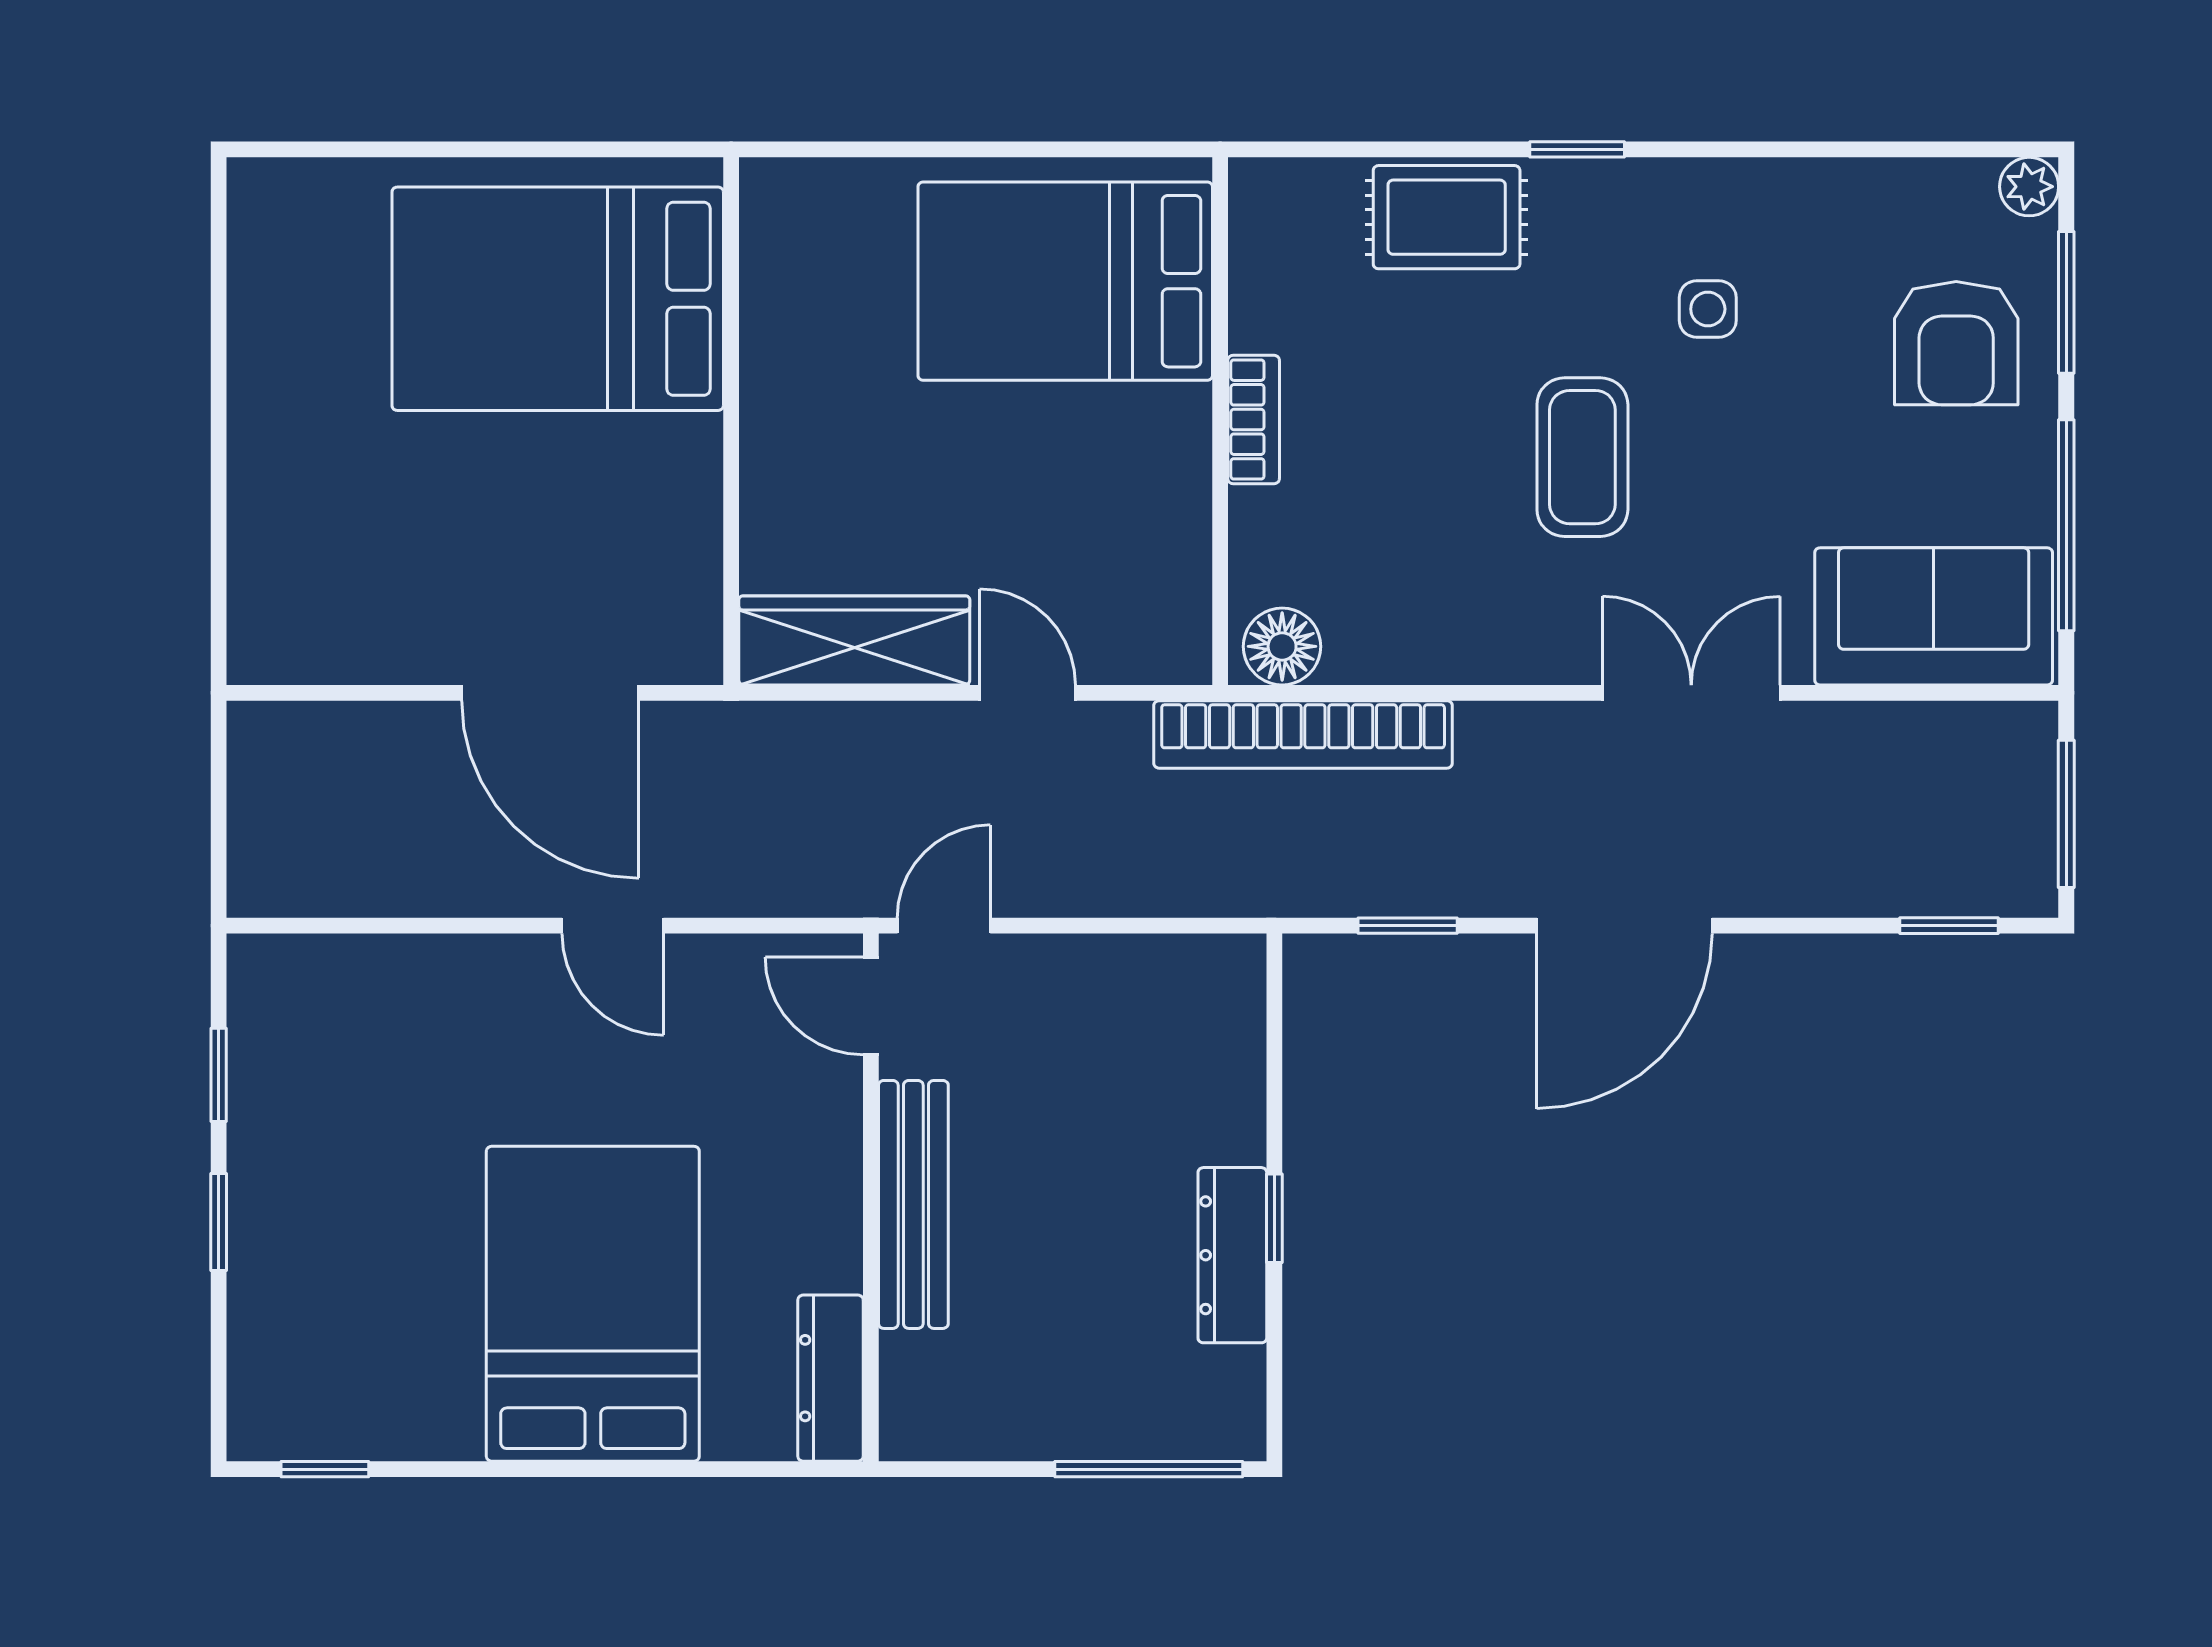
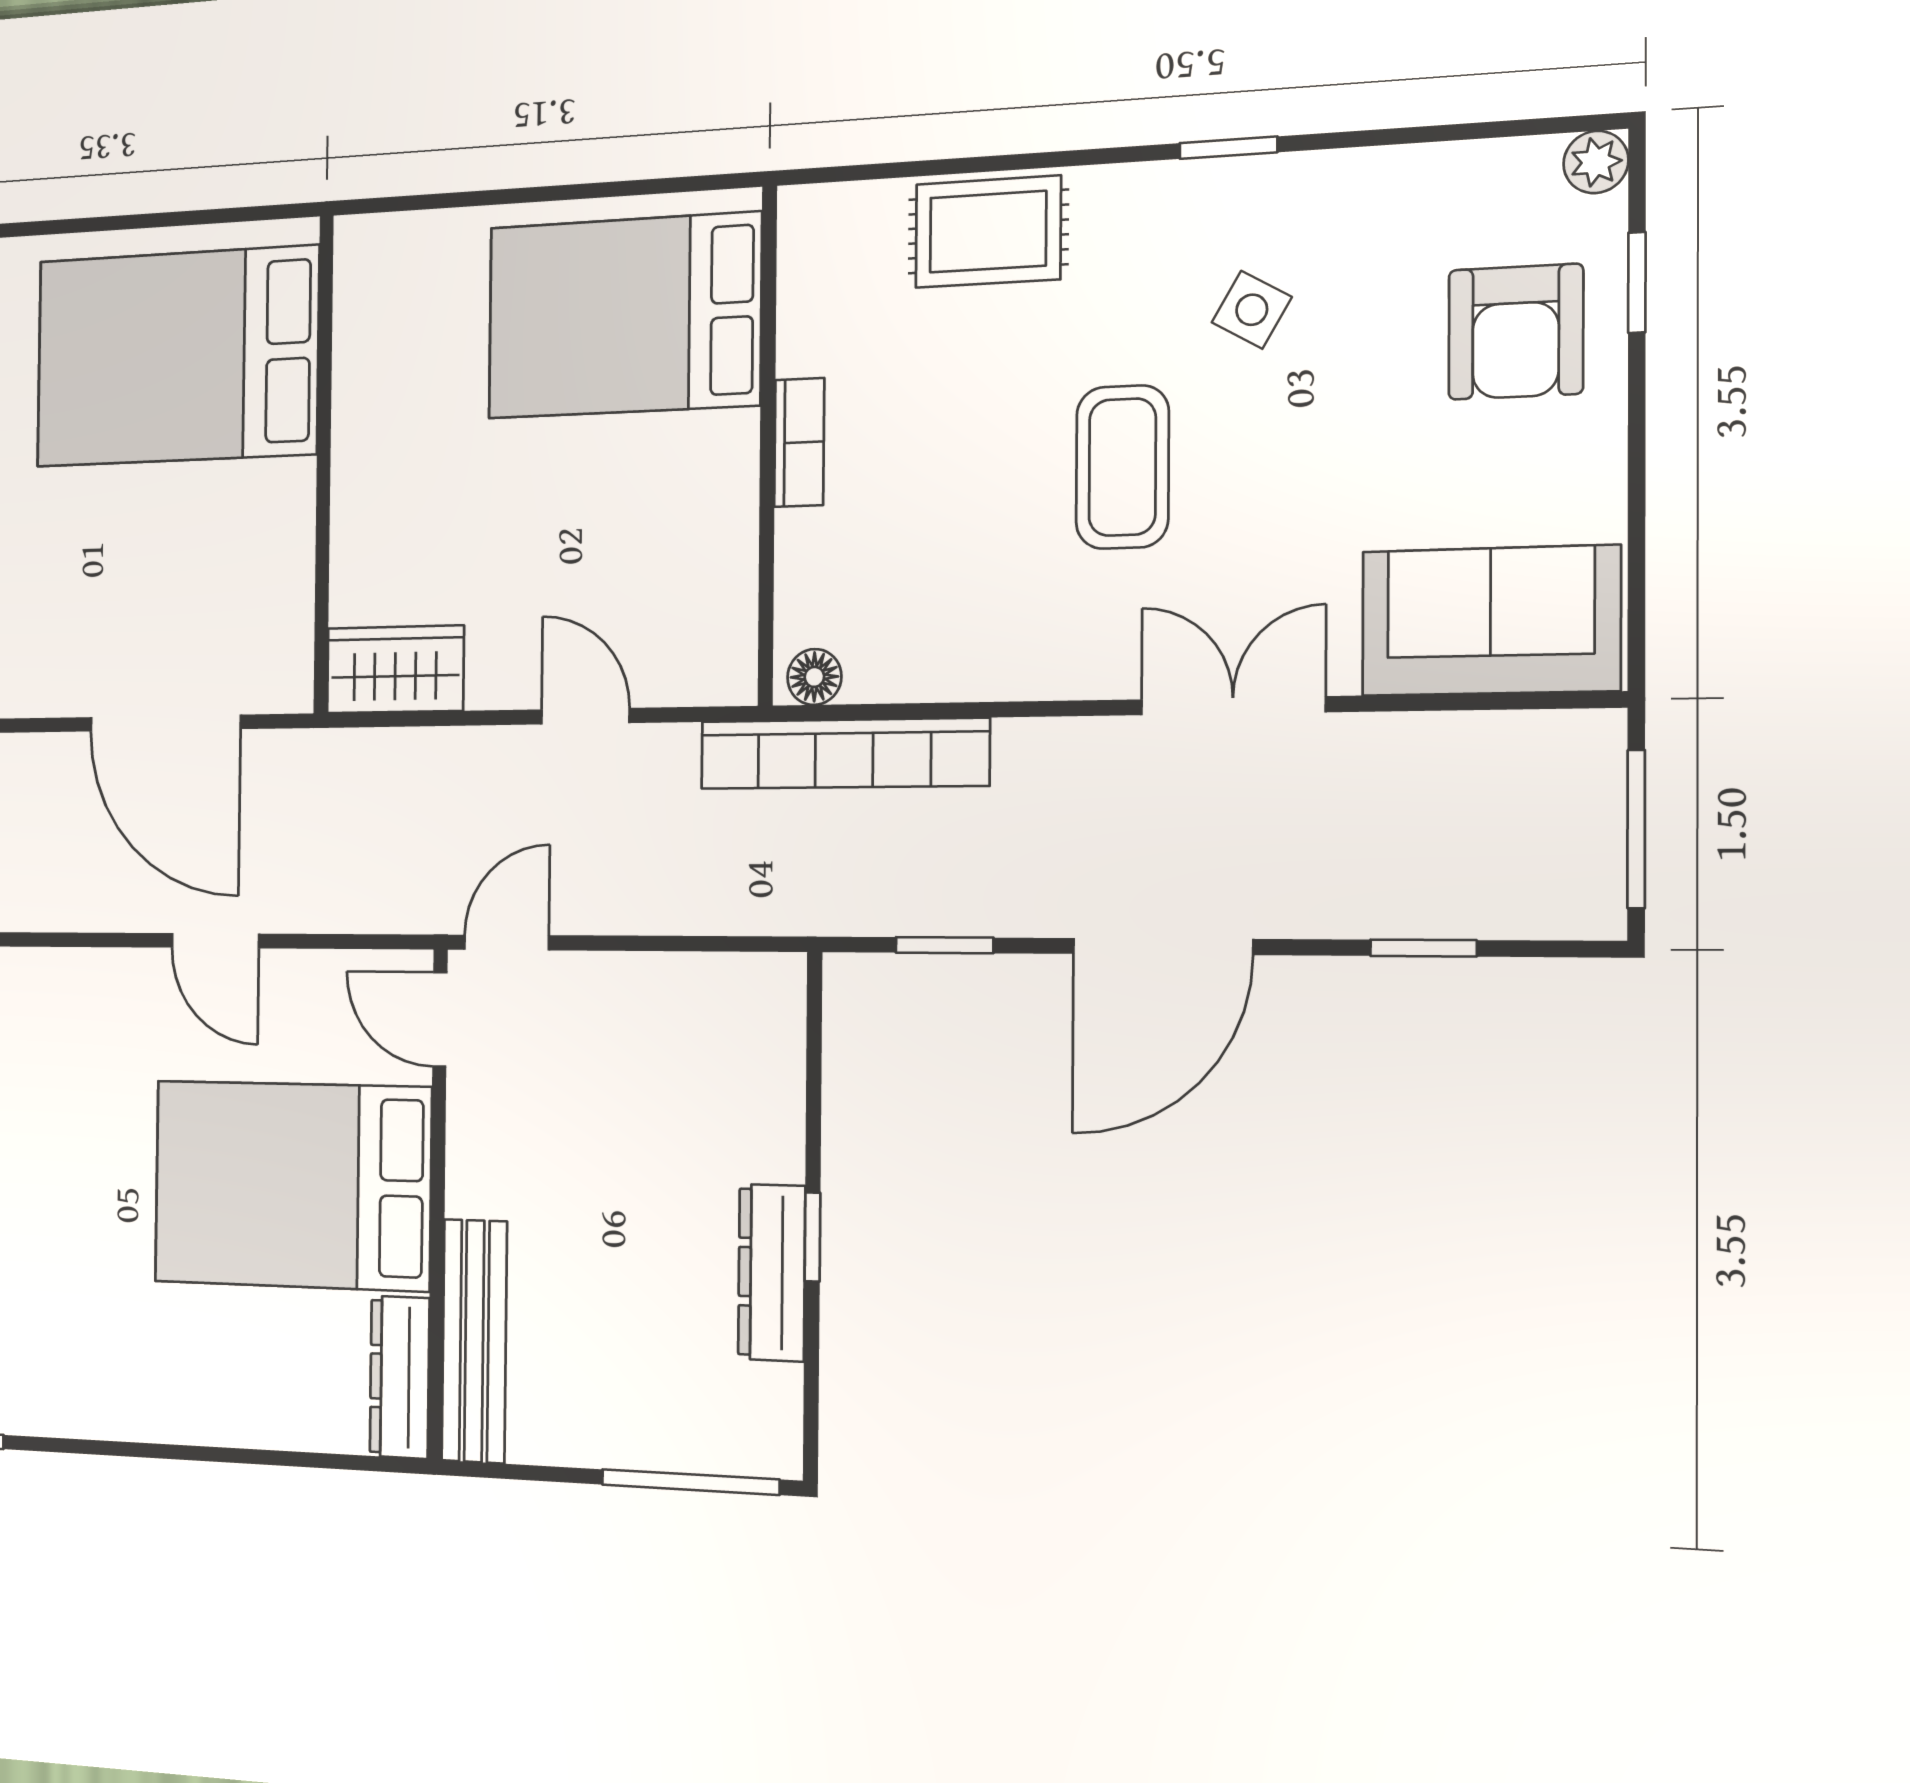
window: (1577, 149) -> (1228, 148), moved
window: (2066, 302) -> (1637, 282), width x0.67
side table: (1708, 309) -> (1252, 310), turned 30
window: (2066, 525) -> (1637, 520), removed
wardrobe: (854, 640) -> (395, 669), width x0.67
floor lamp: (1282, 646) -> (814, 677), width x0.73, depth x0.73
window: (1949, 926) -> (1423, 948), moved
bench: (913, 1204) -> (474, 1341), moved
bed: (593, 1304) -> (292, 1185), moved, turned -90

